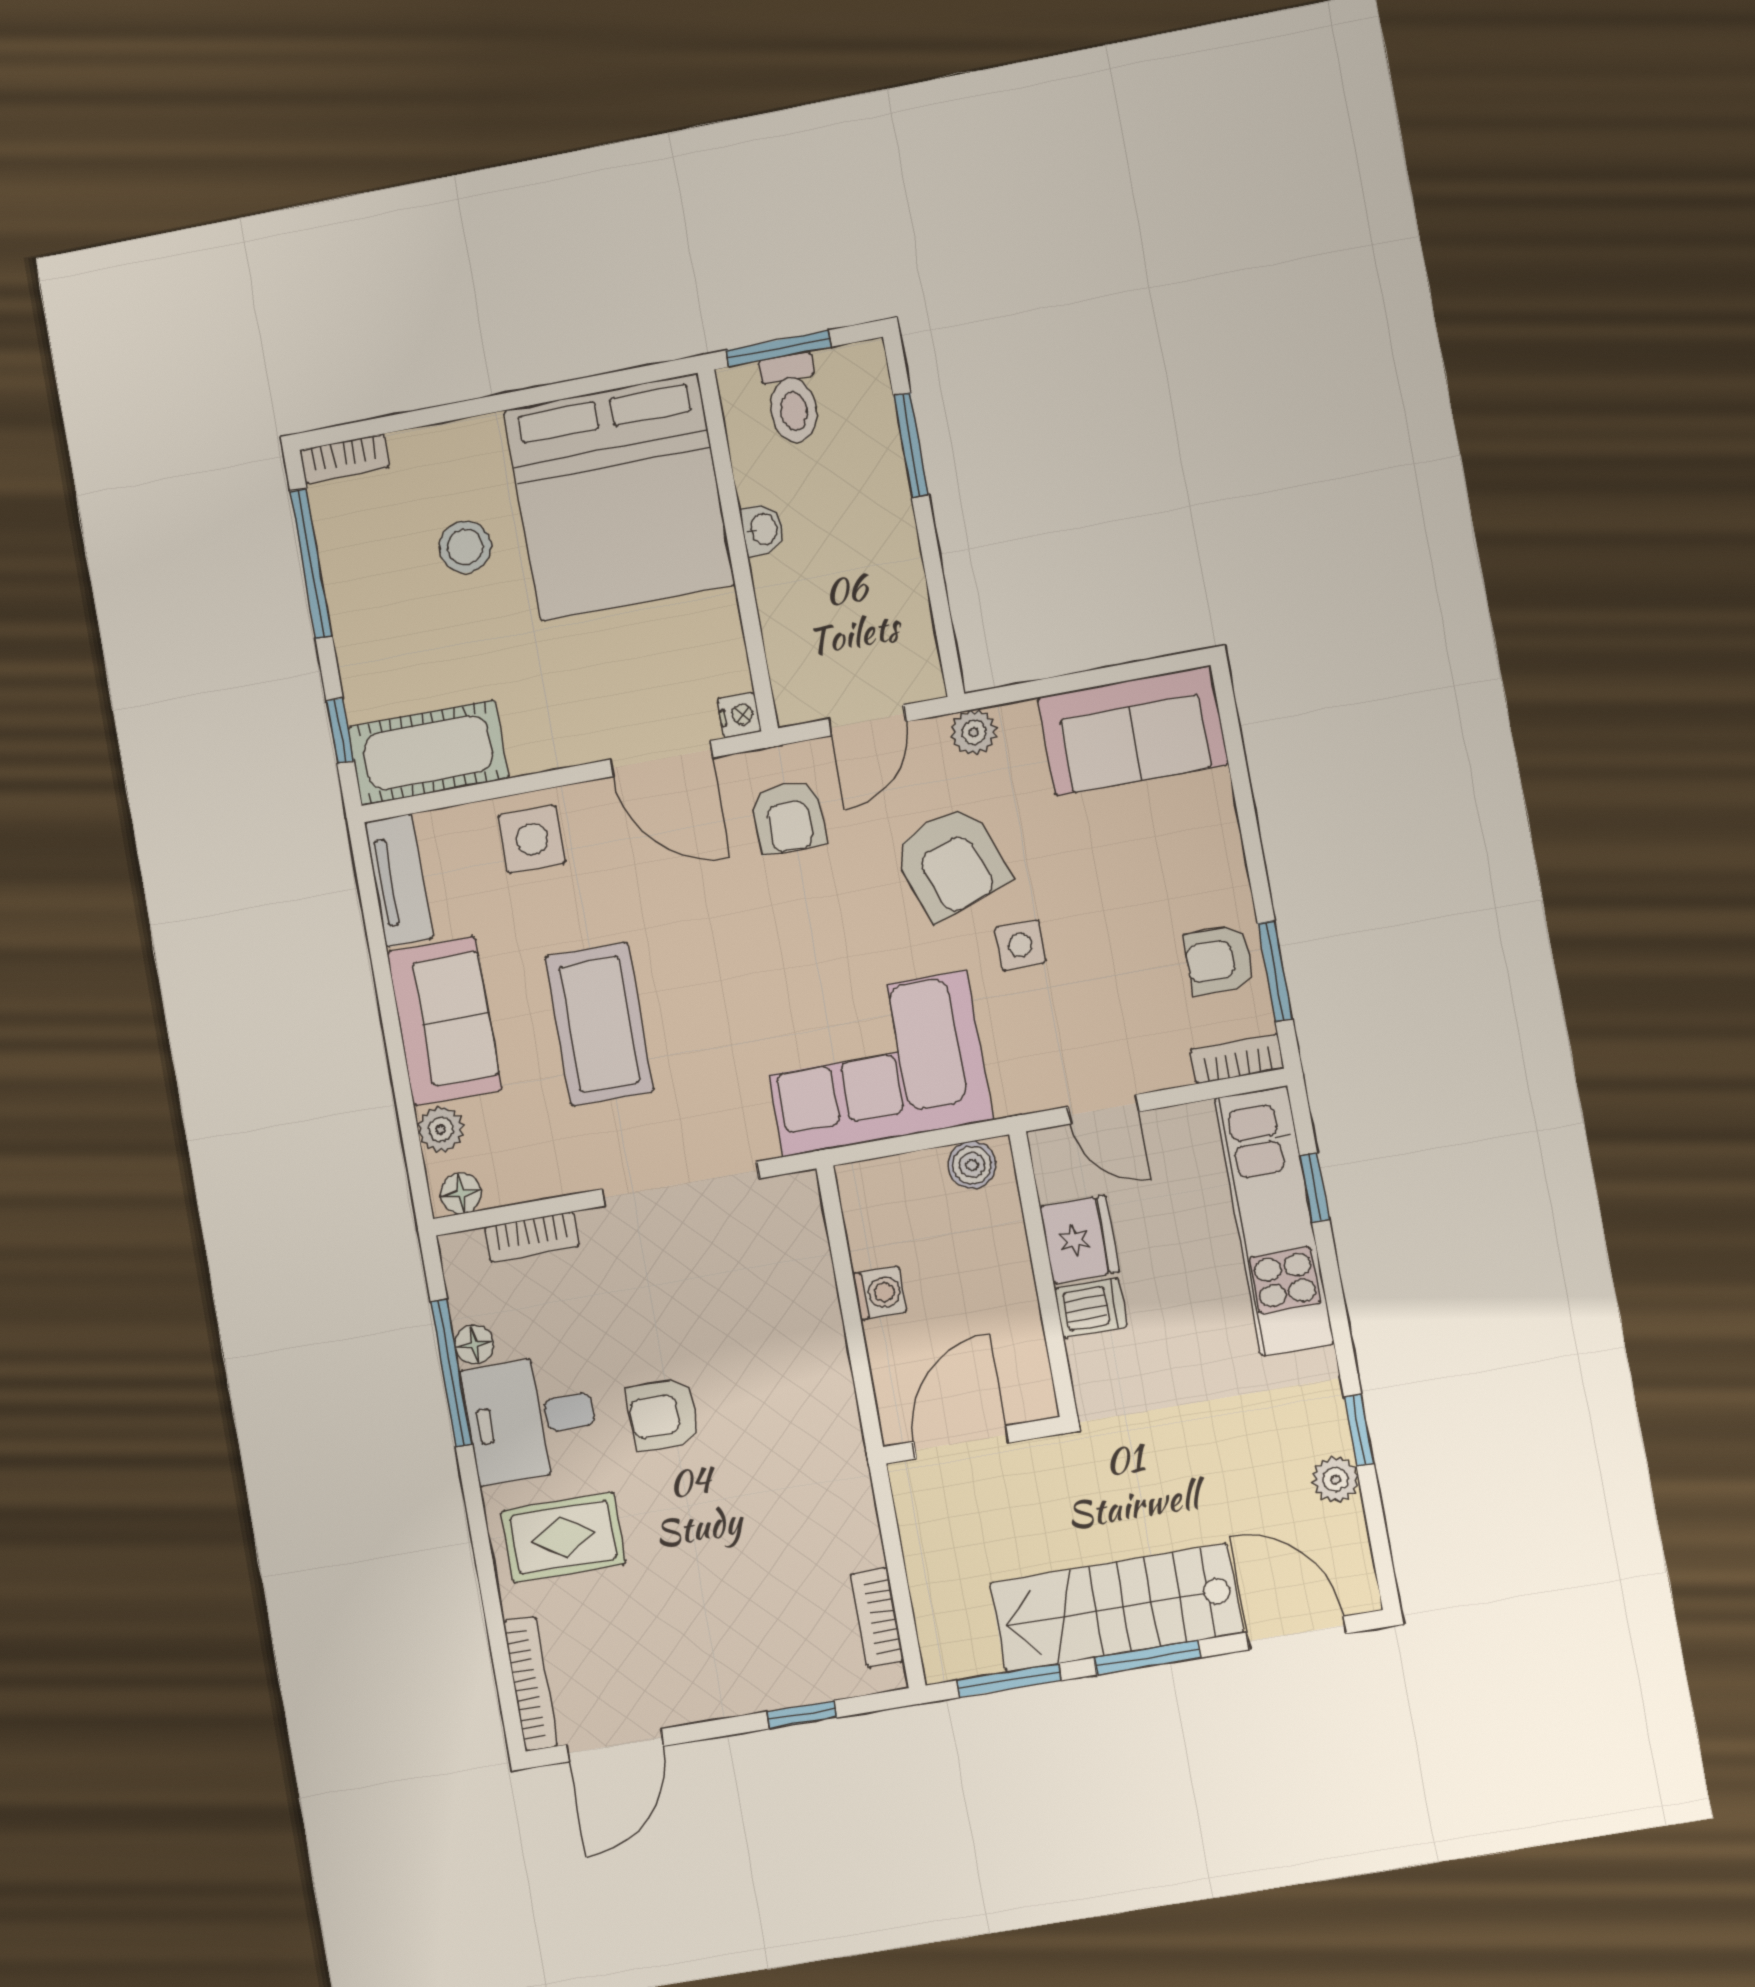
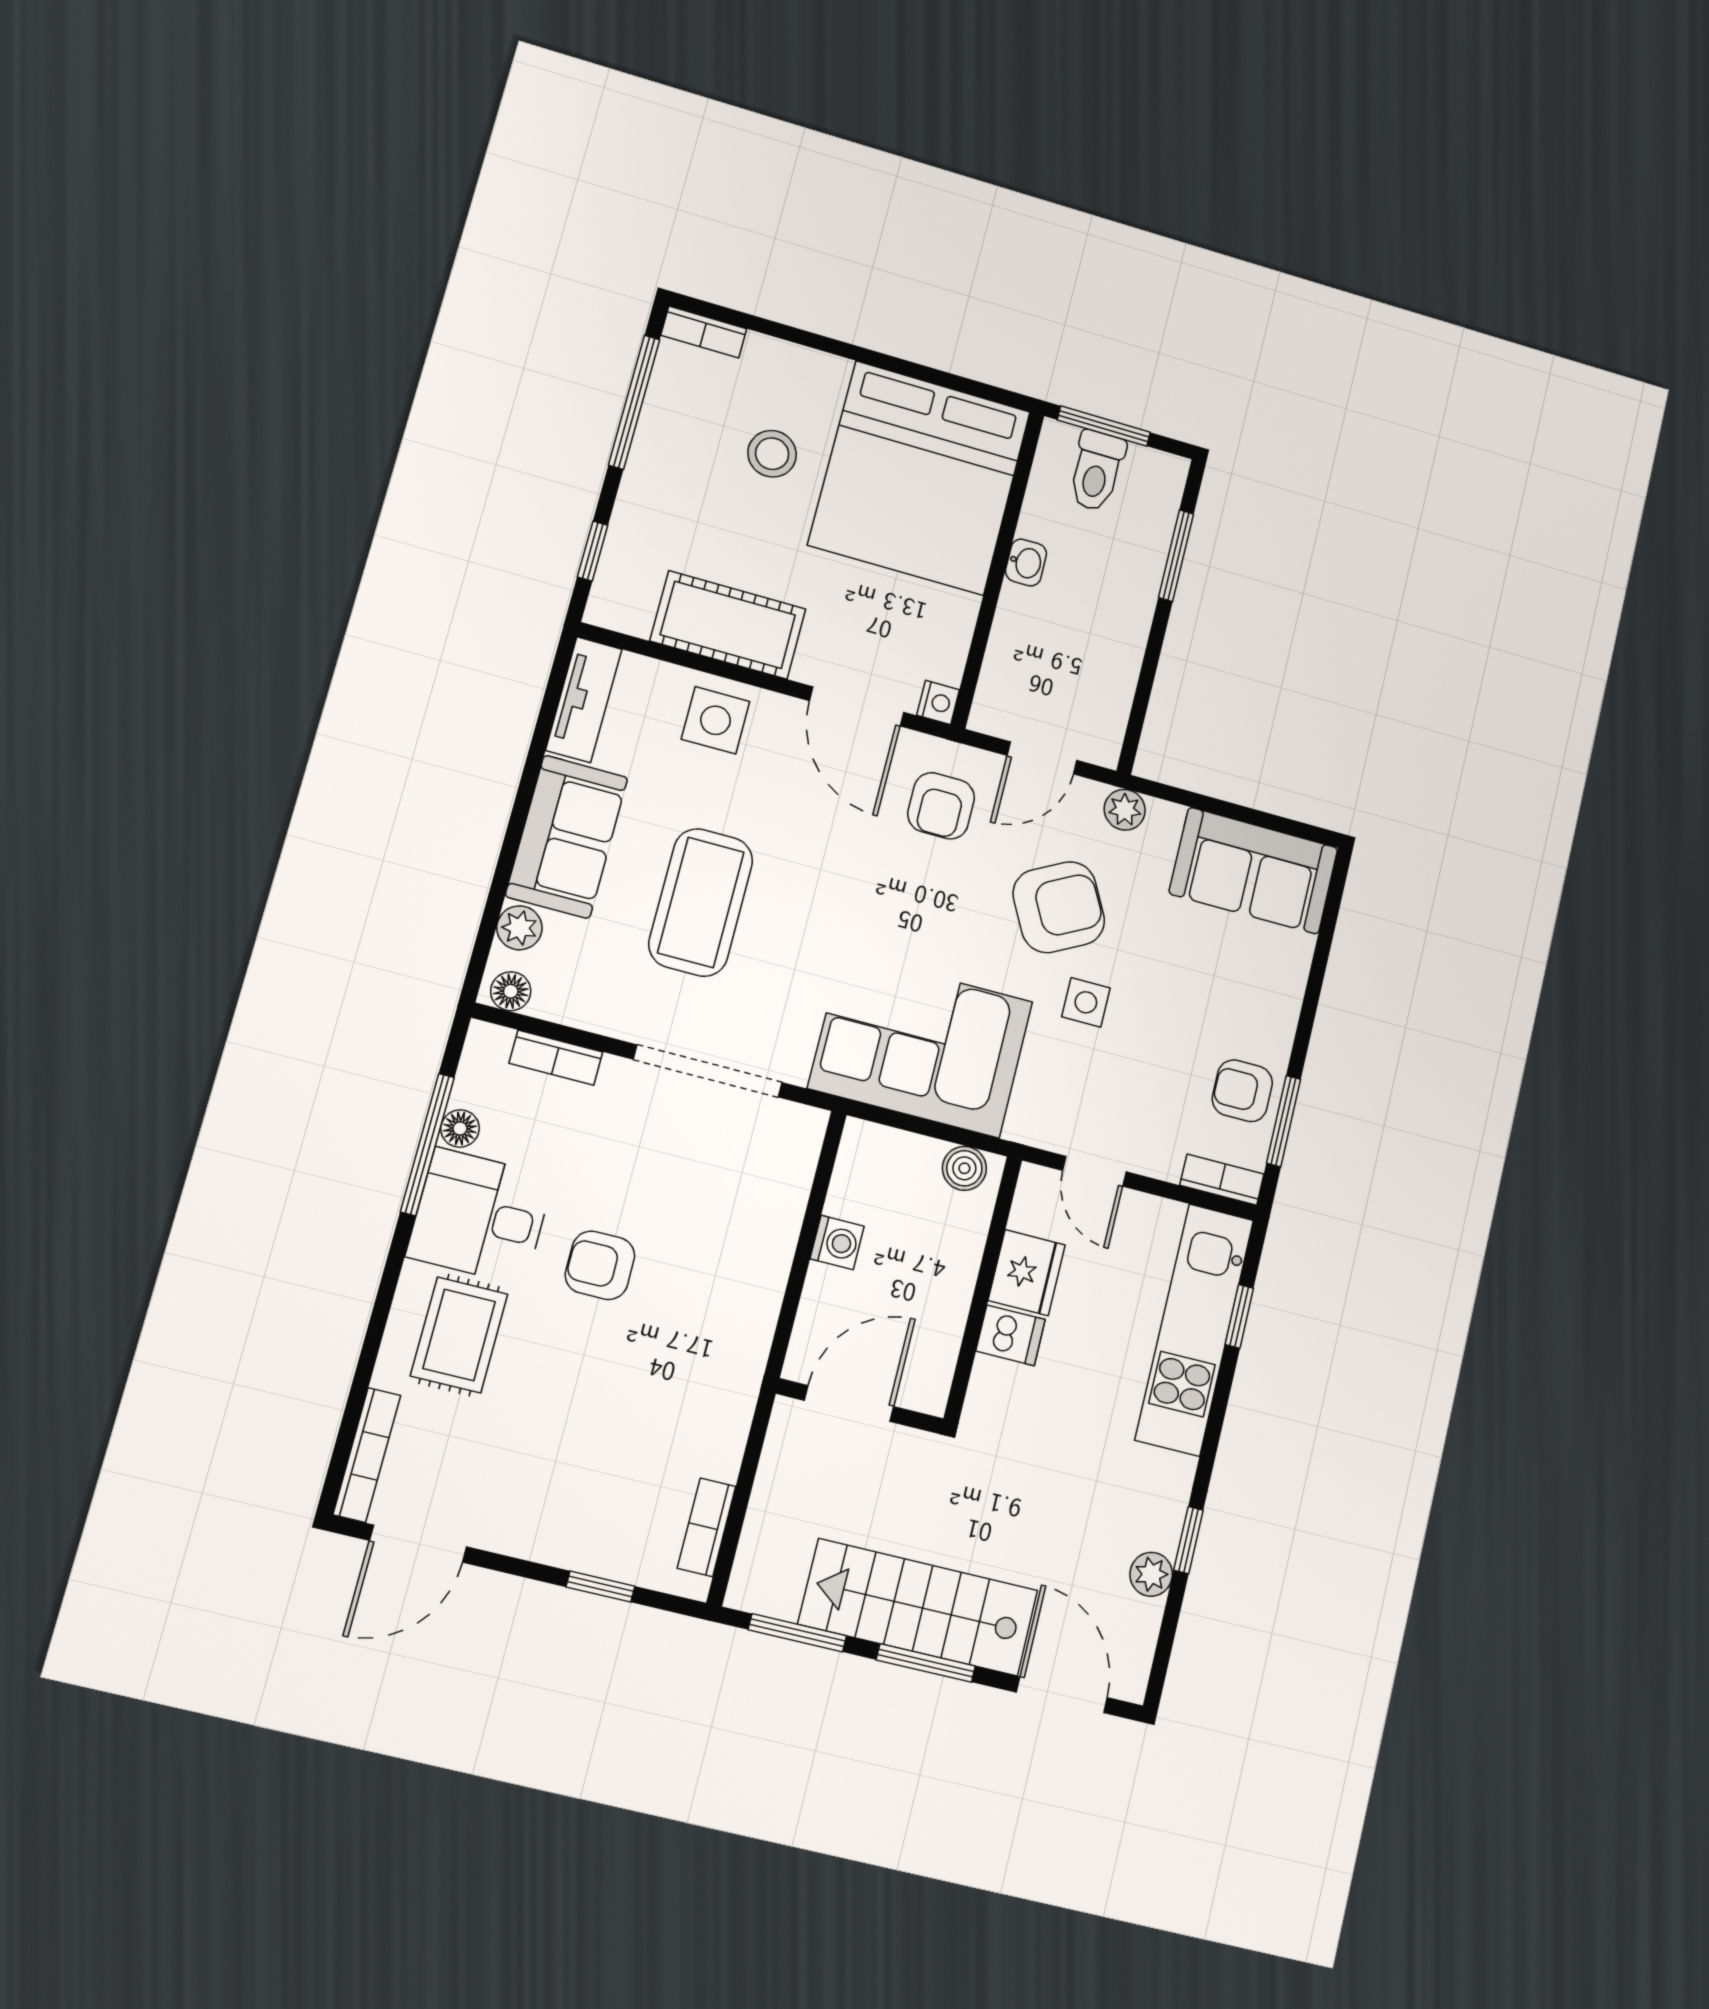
cot: (428, 753) -> (728, 625), moved
armchair: (951, 862) -> (1059, 907), turned -98
rug: (563, 1537) -> (459, 1335), turned 90

